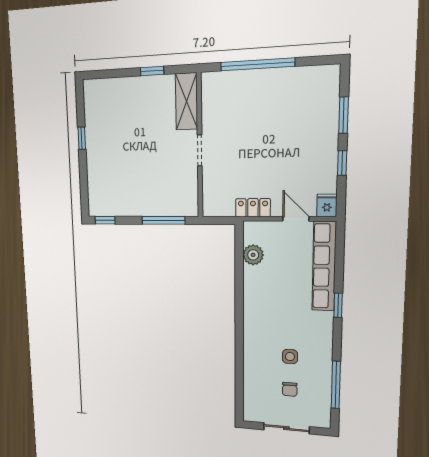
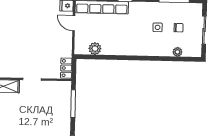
locker: (253, 208) -> (66, 68), moved
door: (296, 219) -> (74, 23), hinge flipped
plant: (250, 386) -> (177, 52), added

